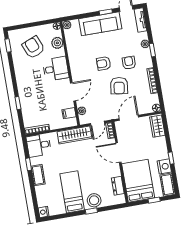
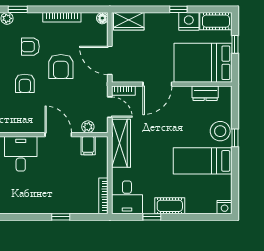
armchair: (119, 86) -> (61, 66), turned 82

